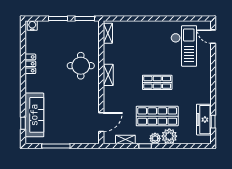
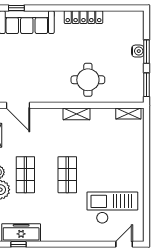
water cooler: (32, 26) -> (138, 51), moved
checkout: (184, 46) -> (112, 208), turned 180
locker: (30, 64) -> (83, 17), width x1.53
shop shelf: (157, 116) -> (25, 175), width x0.70, depth x0.74

